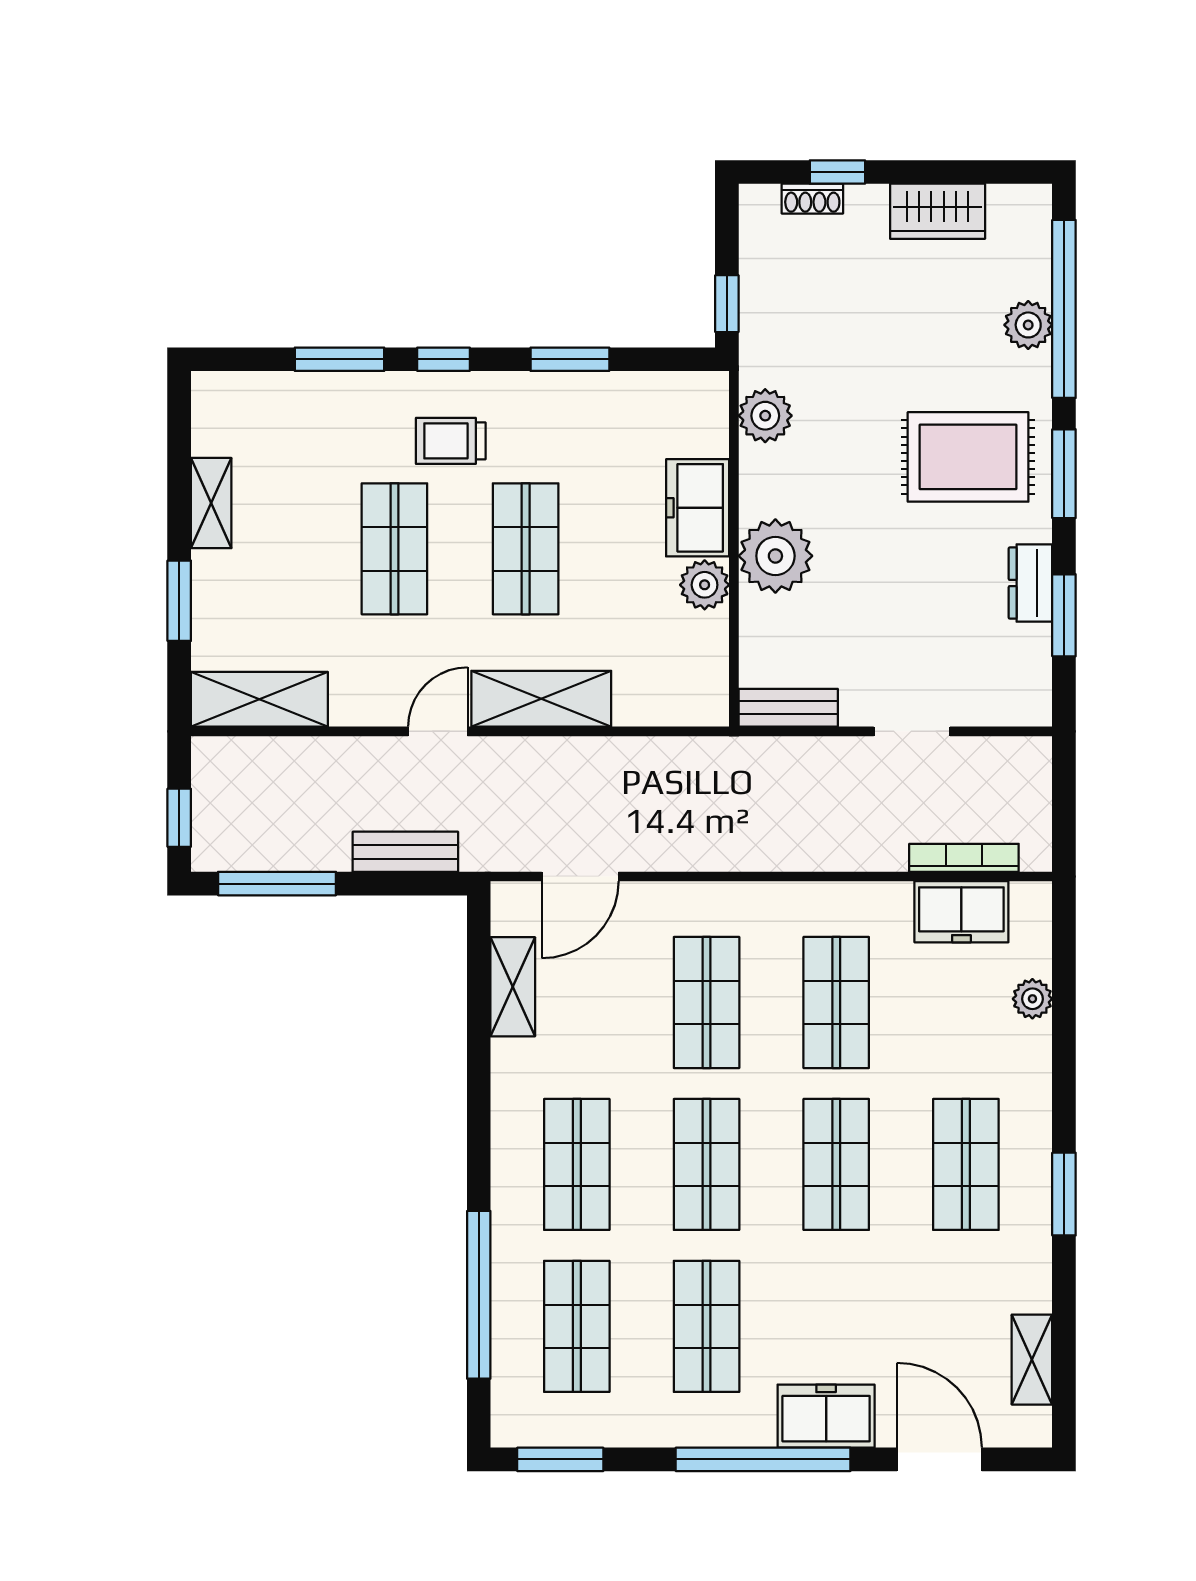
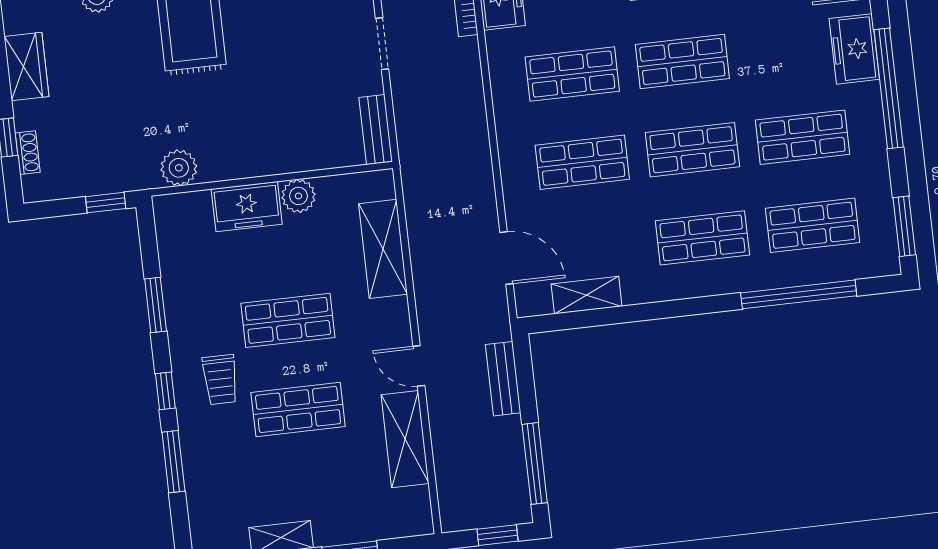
plant: (775, 556) -> (273, 150), removed
shelving: (259, 699) -> (405, 439), moved
shelving: (541, 699) -> (383, 249), moved

